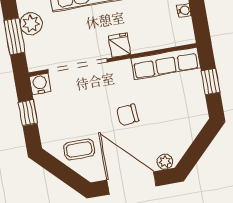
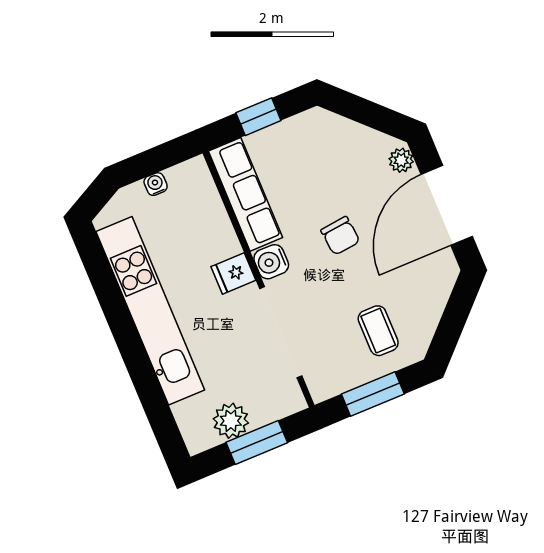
water cooler: (40, 84) -> (271, 262), moved
window: (28, 113) -> (373, 394), width x1.50
coffee table: (79, 149) -> (378, 331), moved

